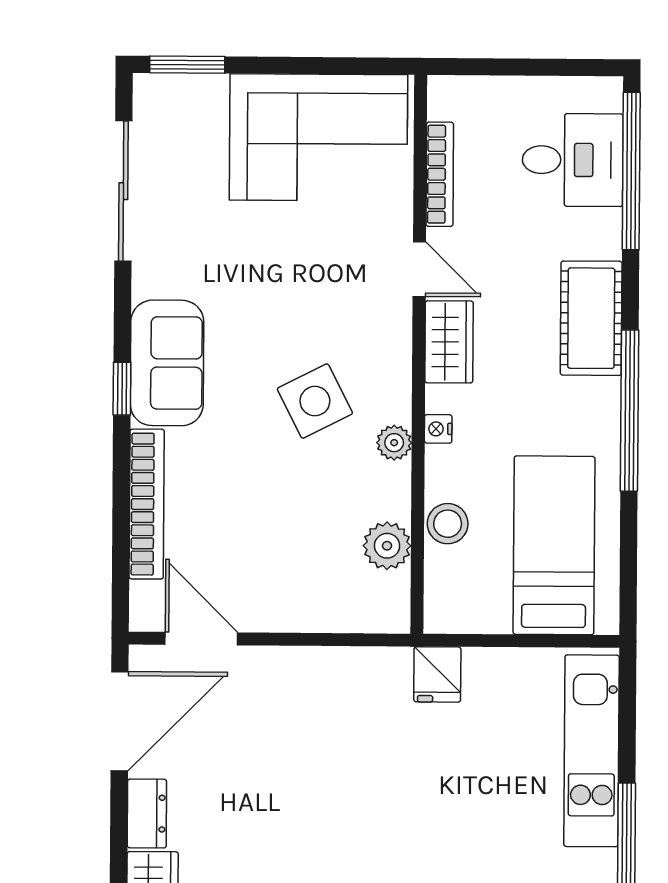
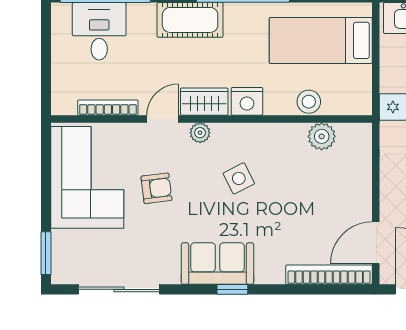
armchair: (299, 258) -> (156, 188), added
side table: (315, 401) -> (239, 178), width x0.73, depth x0.73
nightstand: (438, 429) -> (247, 101), width x1.89, depth x1.79
plant: (394, 443) -> (200, 133), moved
bookcase: (147, 504) -> (329, 275), moved

